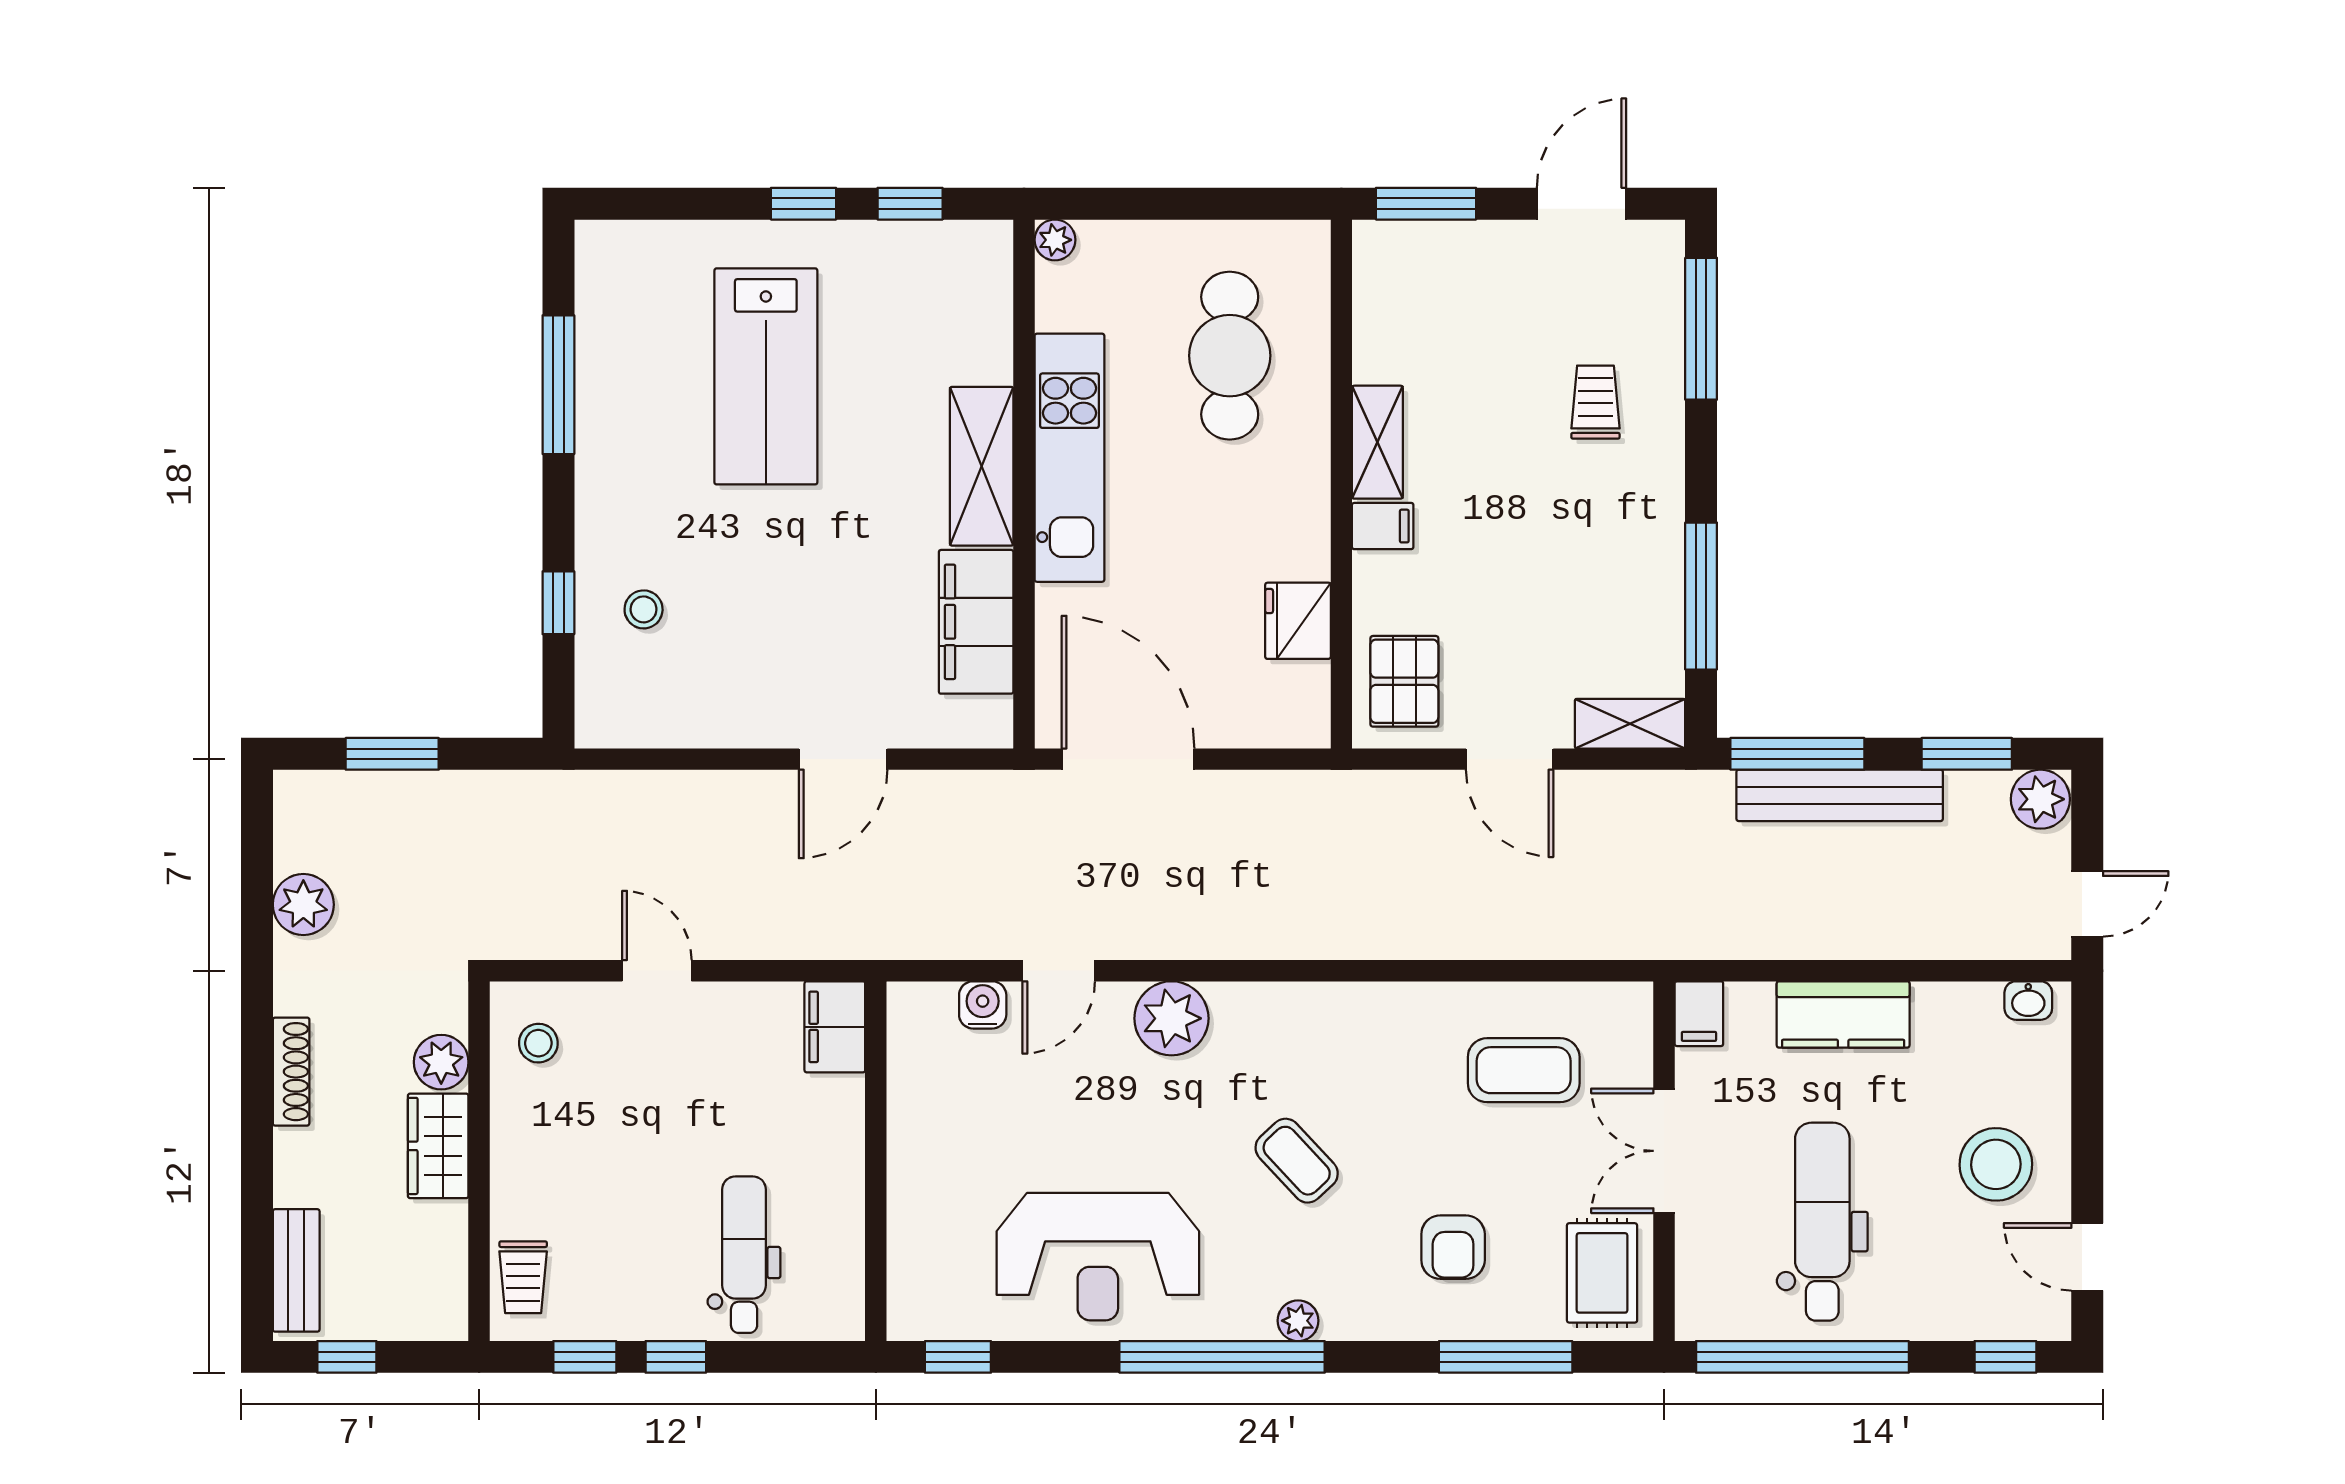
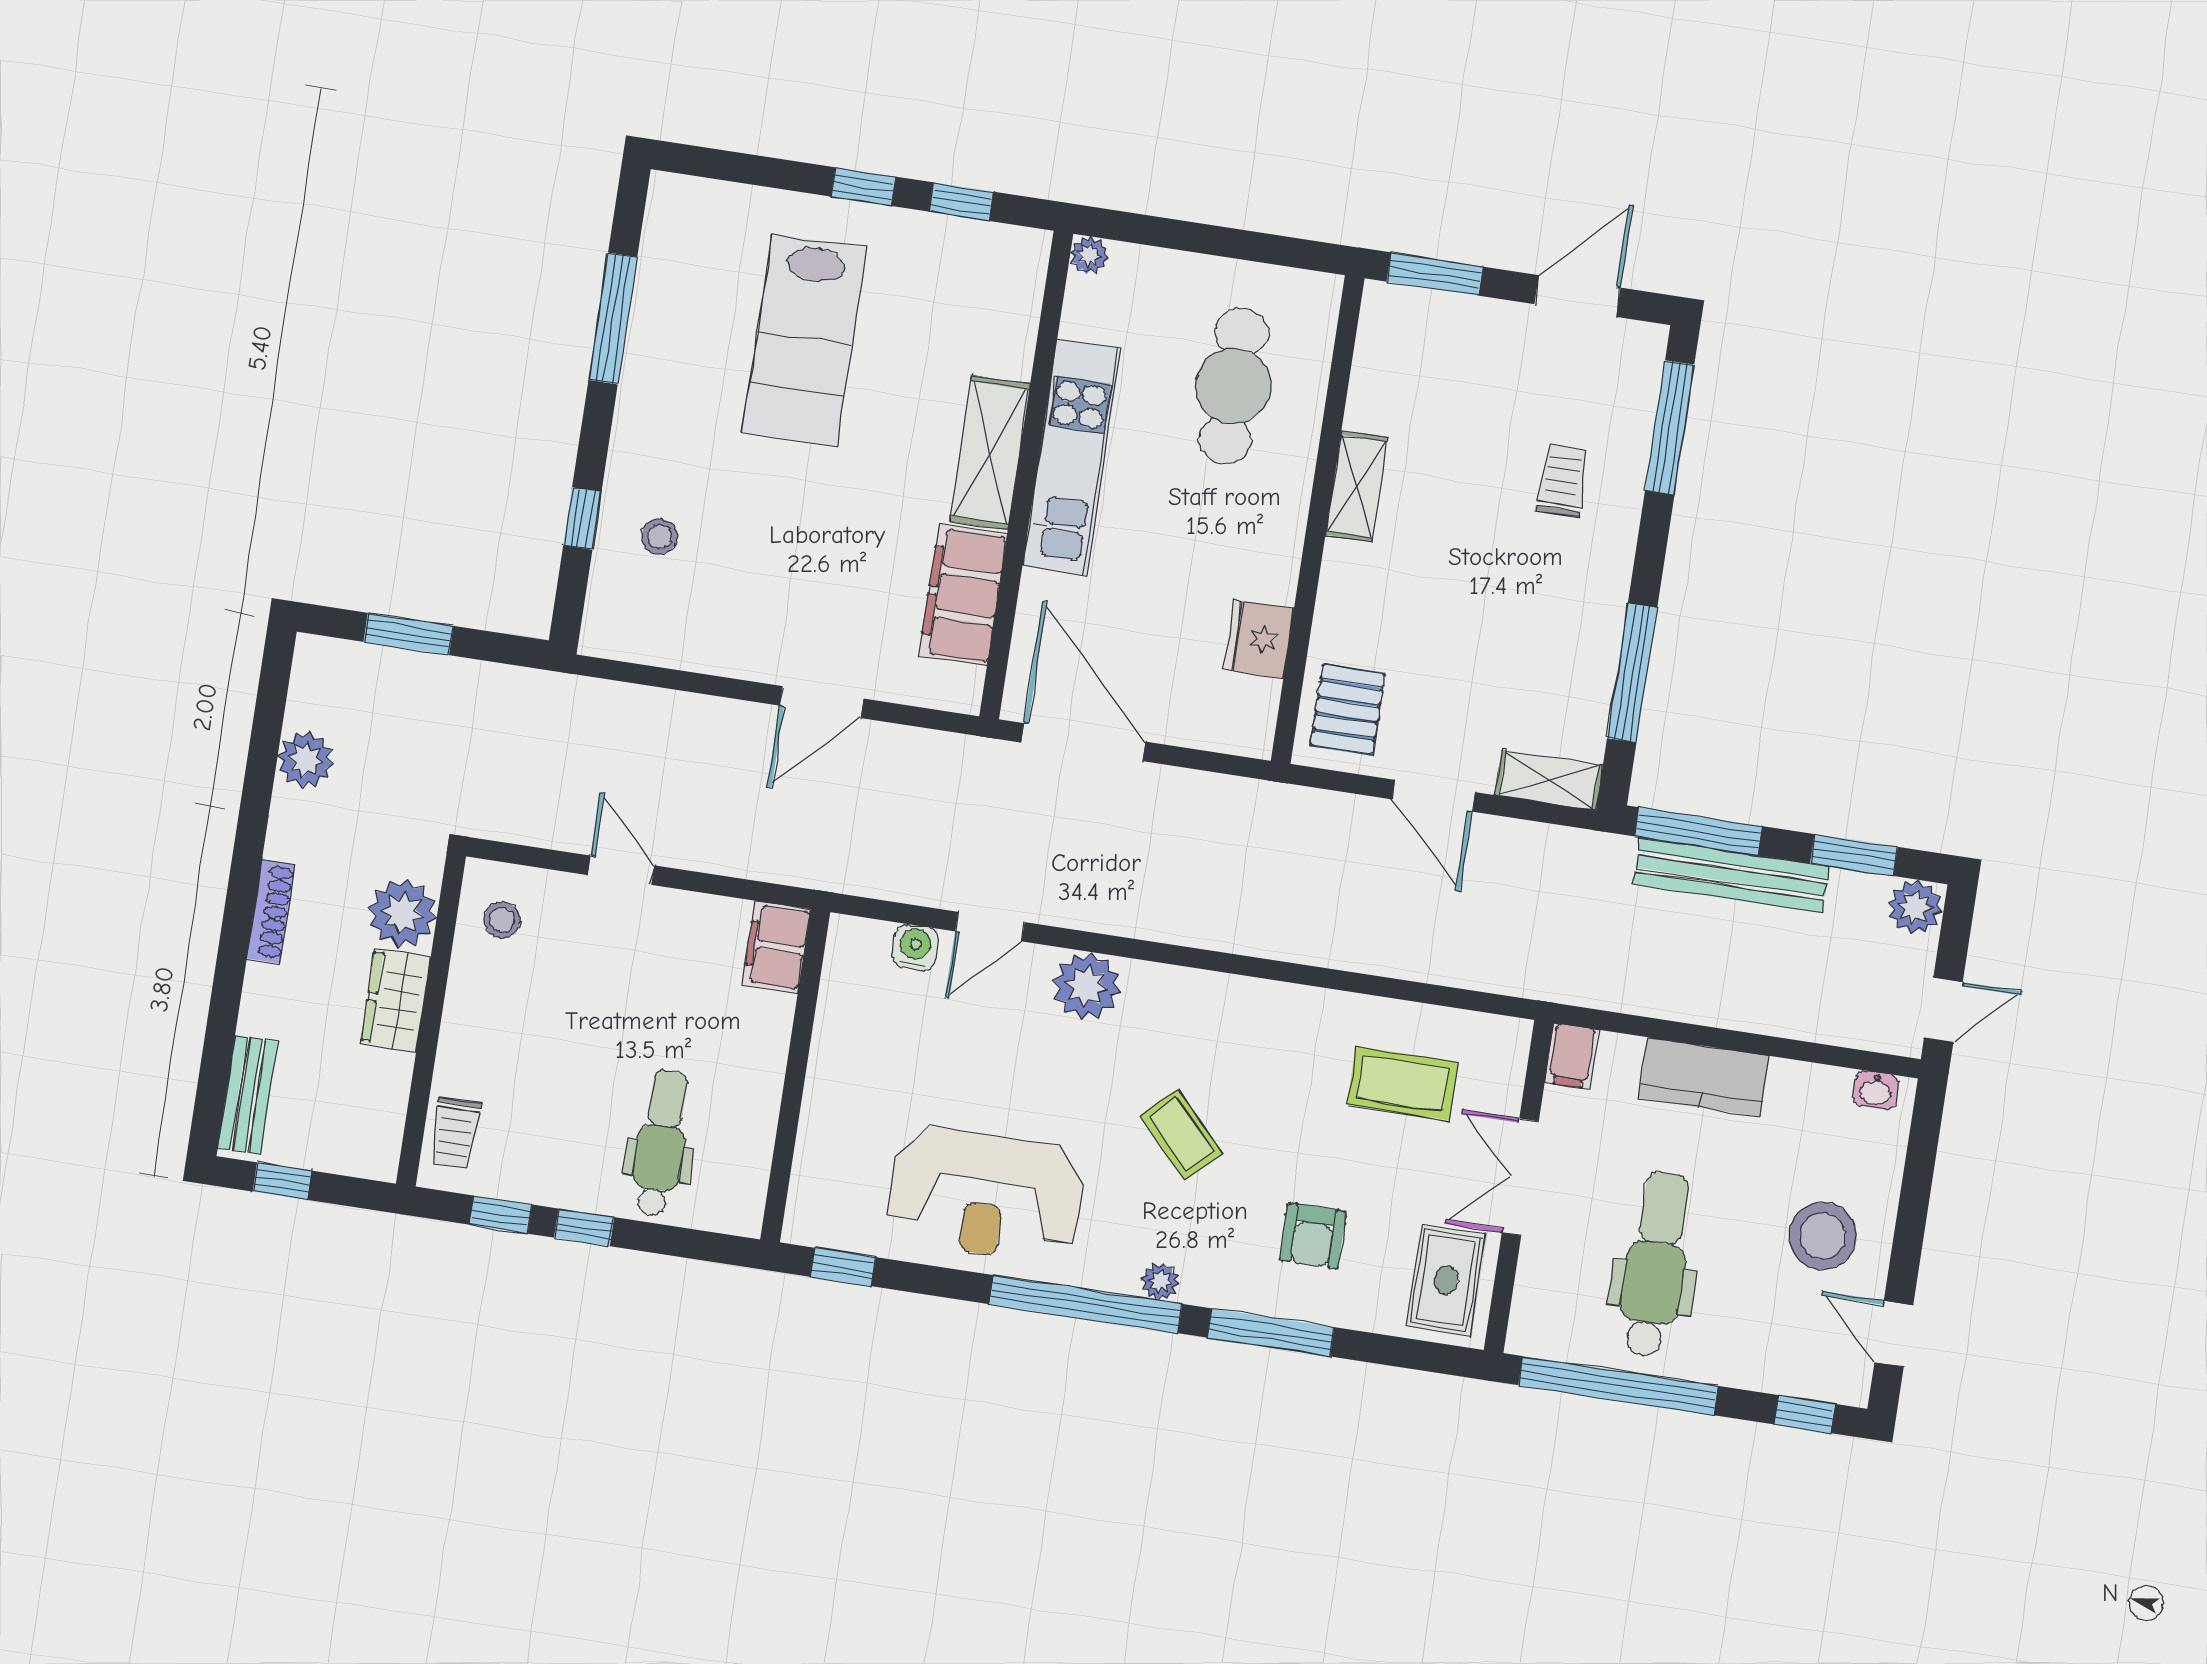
filing cabinet: (1383, 526) -> (1350, 564), removed
plant: (441, 1062) -> (402, 913), width x1.36, depth x1.36
window: (1506, 1357) -> (1271, 1332), moved

